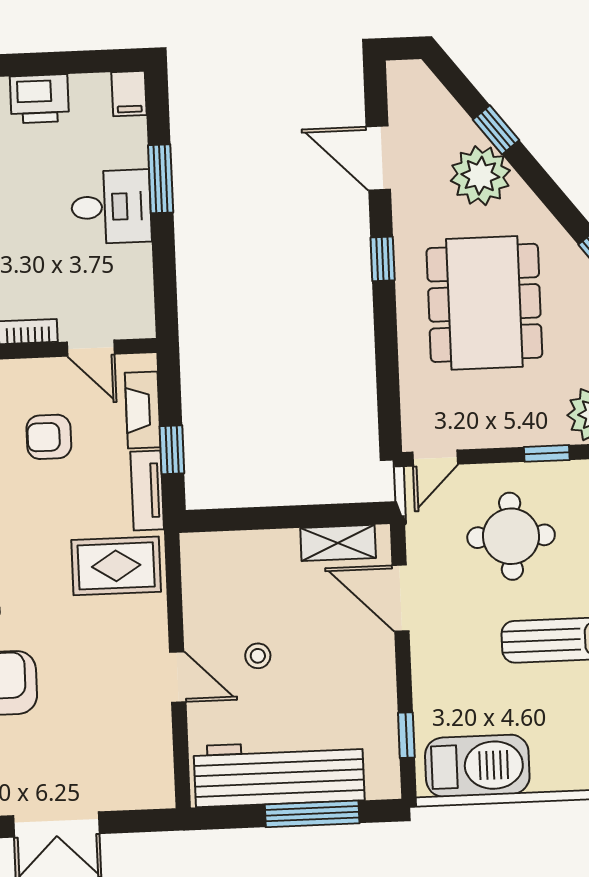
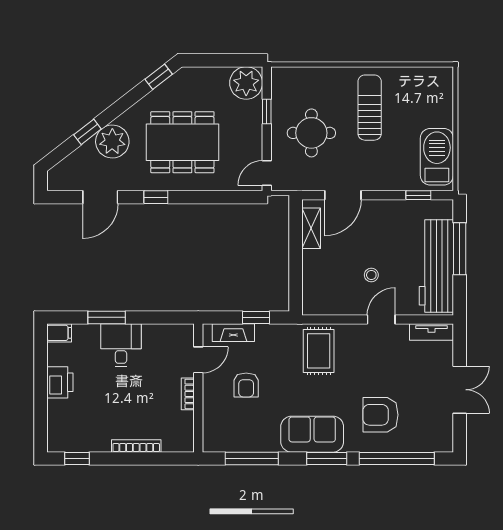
door: (435, 458) -> (267, 173), swing flipped
tv unit: (147, 490) -> (432, 332), moved

